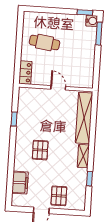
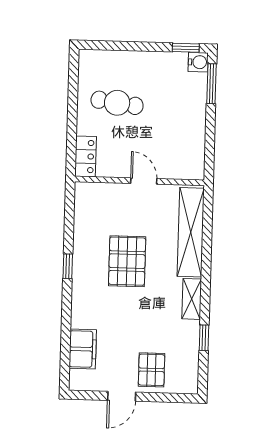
window: (14, 119) -> (68, 266), moved
pallet: (40, 150) -> (127, 261), moved, width x1.50, depth x1.42

